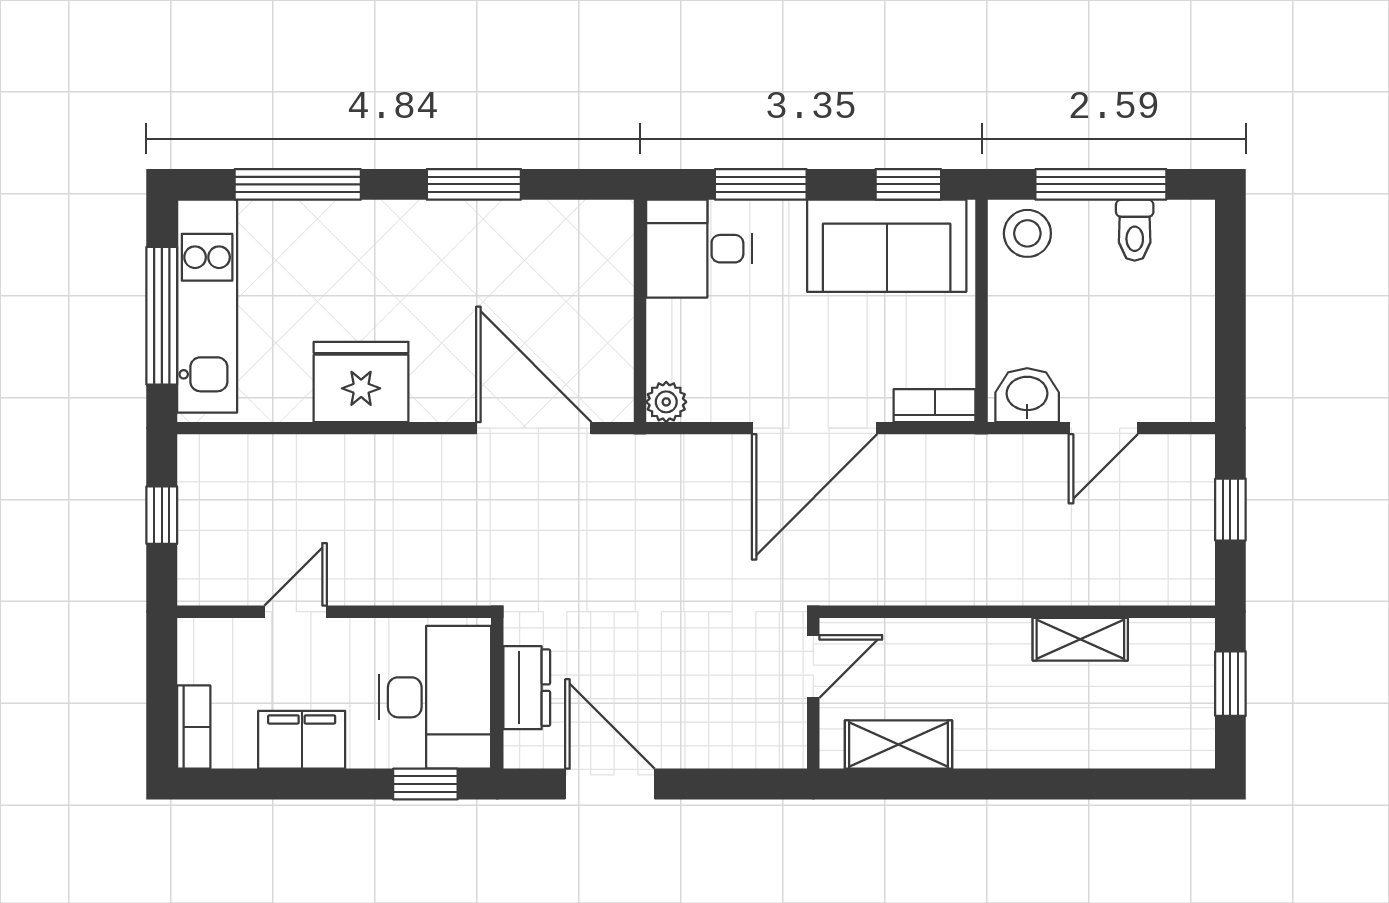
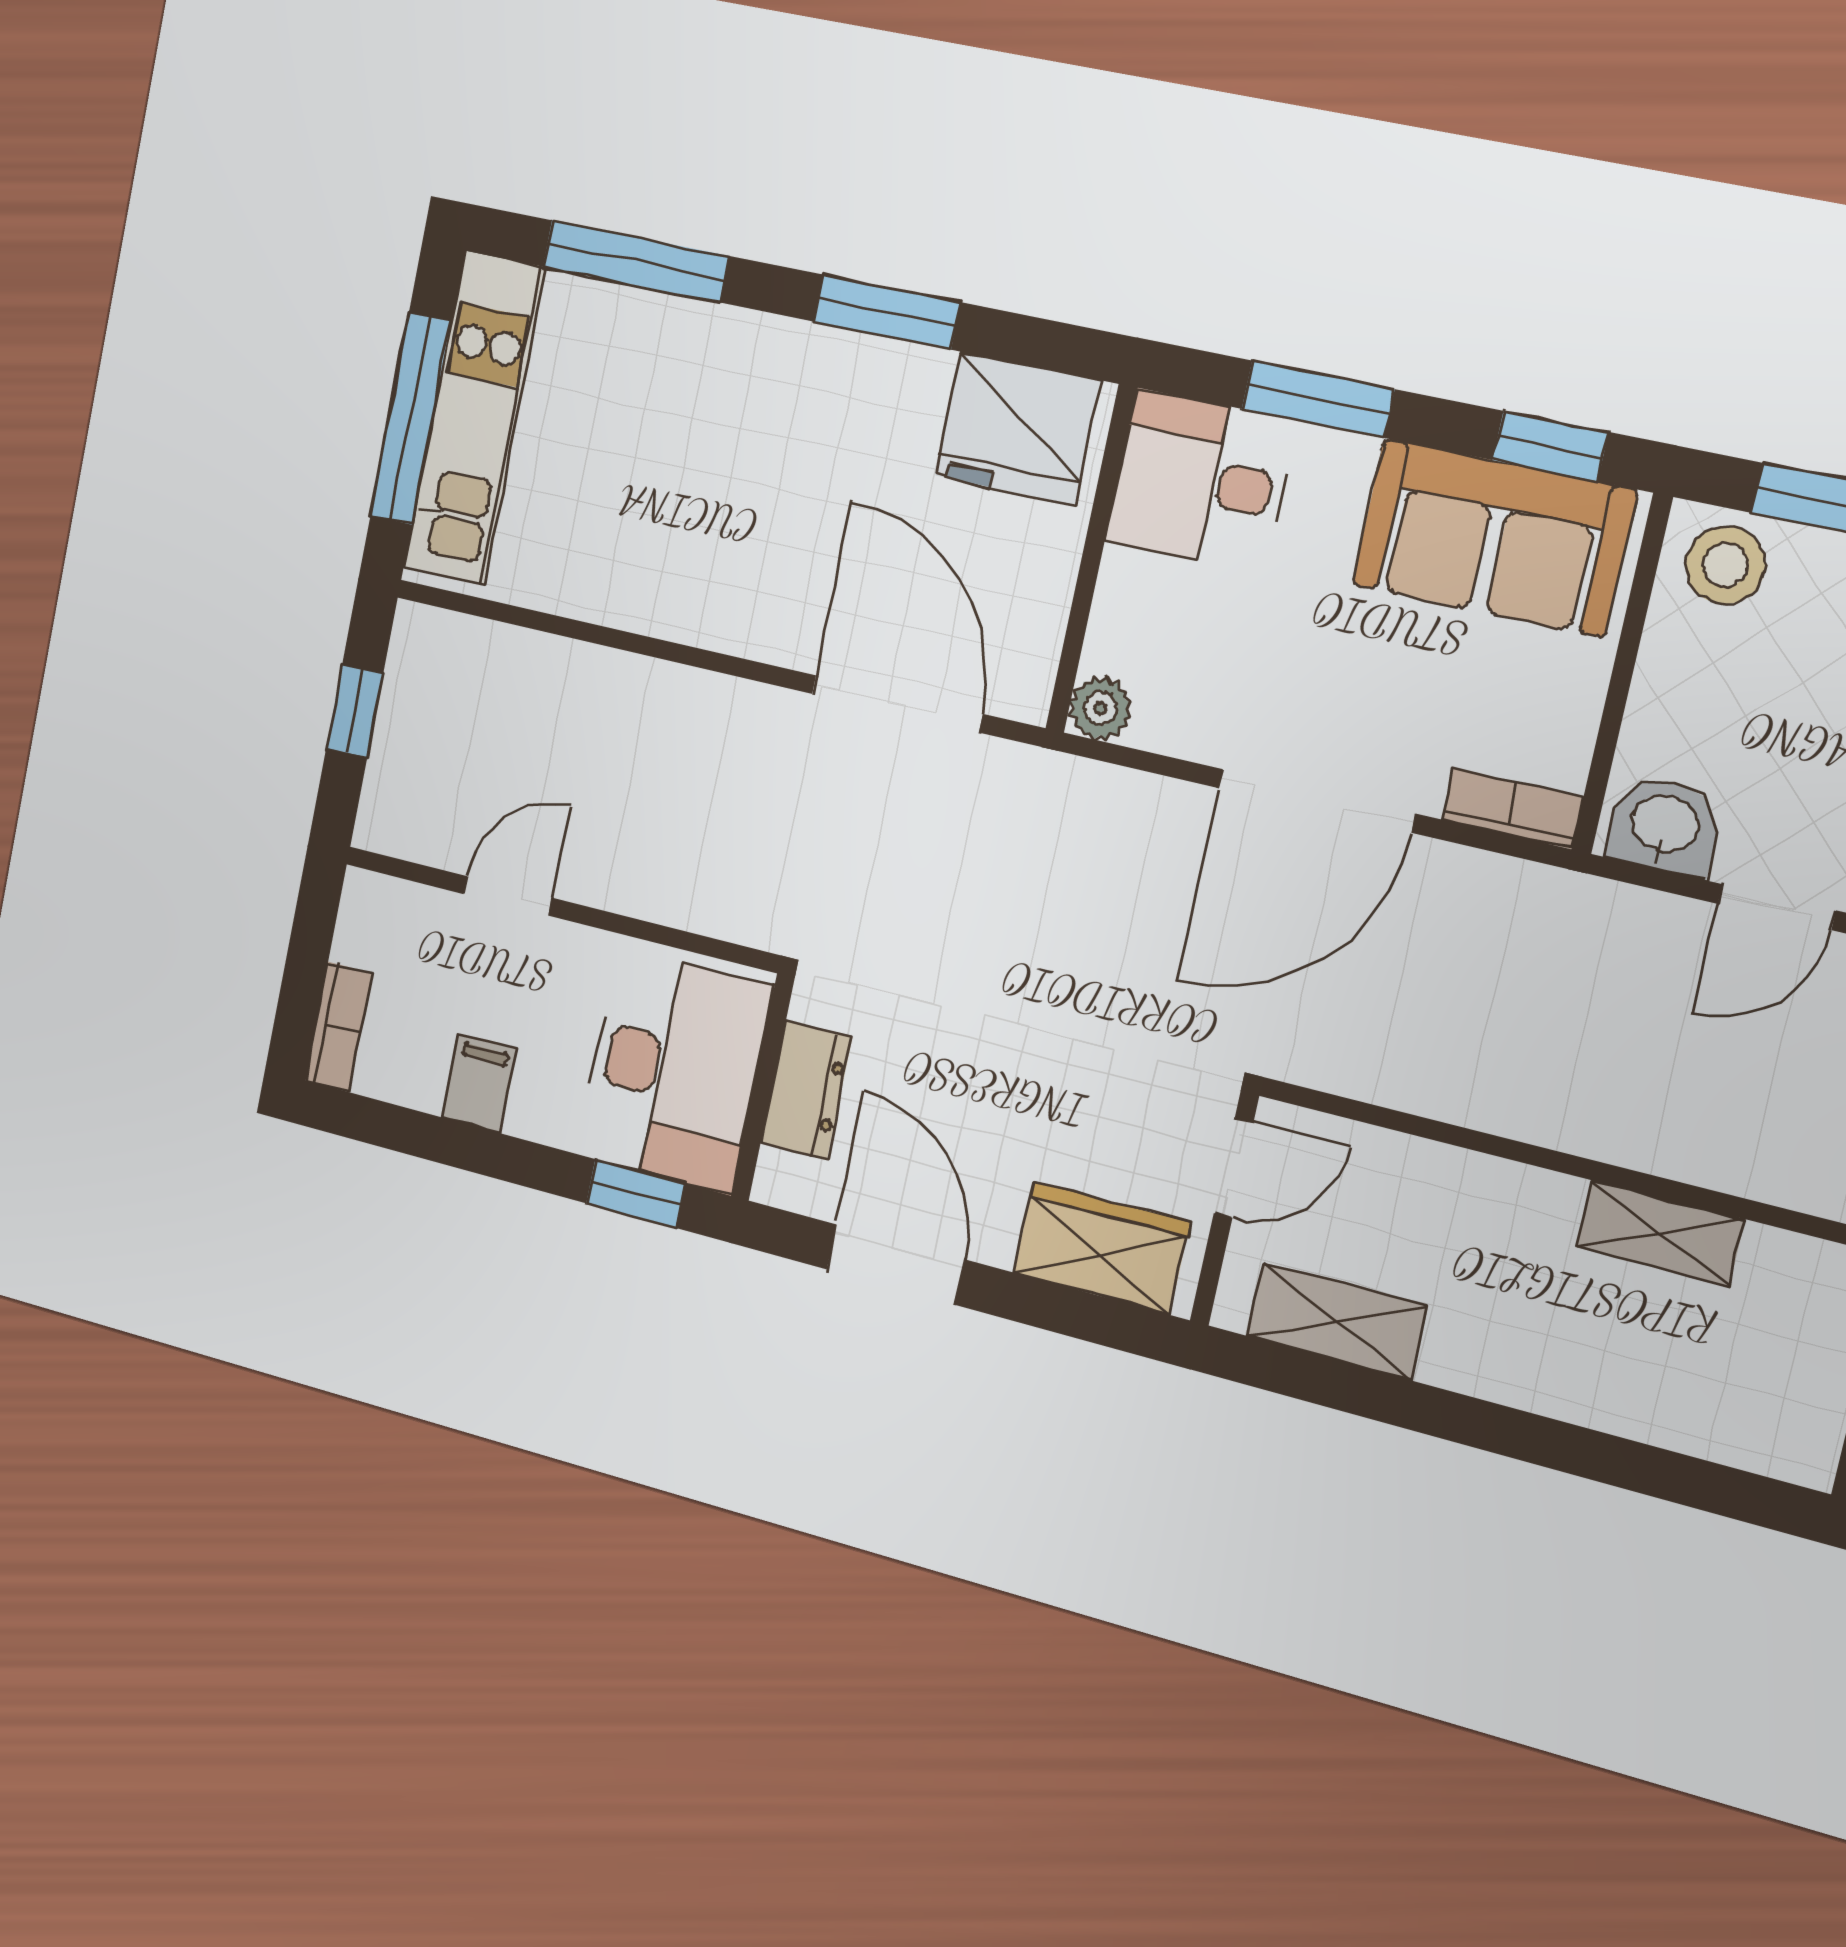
fridge: (361, 382) -> (1017, 428), moved, turned 180
wardrobe: (741, 738) -> (1101, 1248), added
filing cabinet: (302, 740) -> (479, 1084), width x0.50

